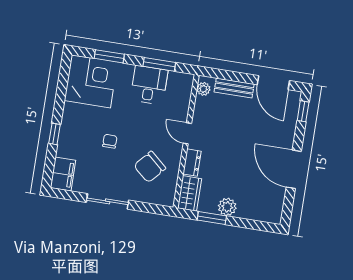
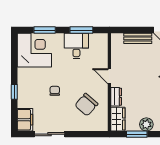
plant: (203, 89) -> (116, 43), removed
sliding door: (108, 201) -> (50, 134), moved

